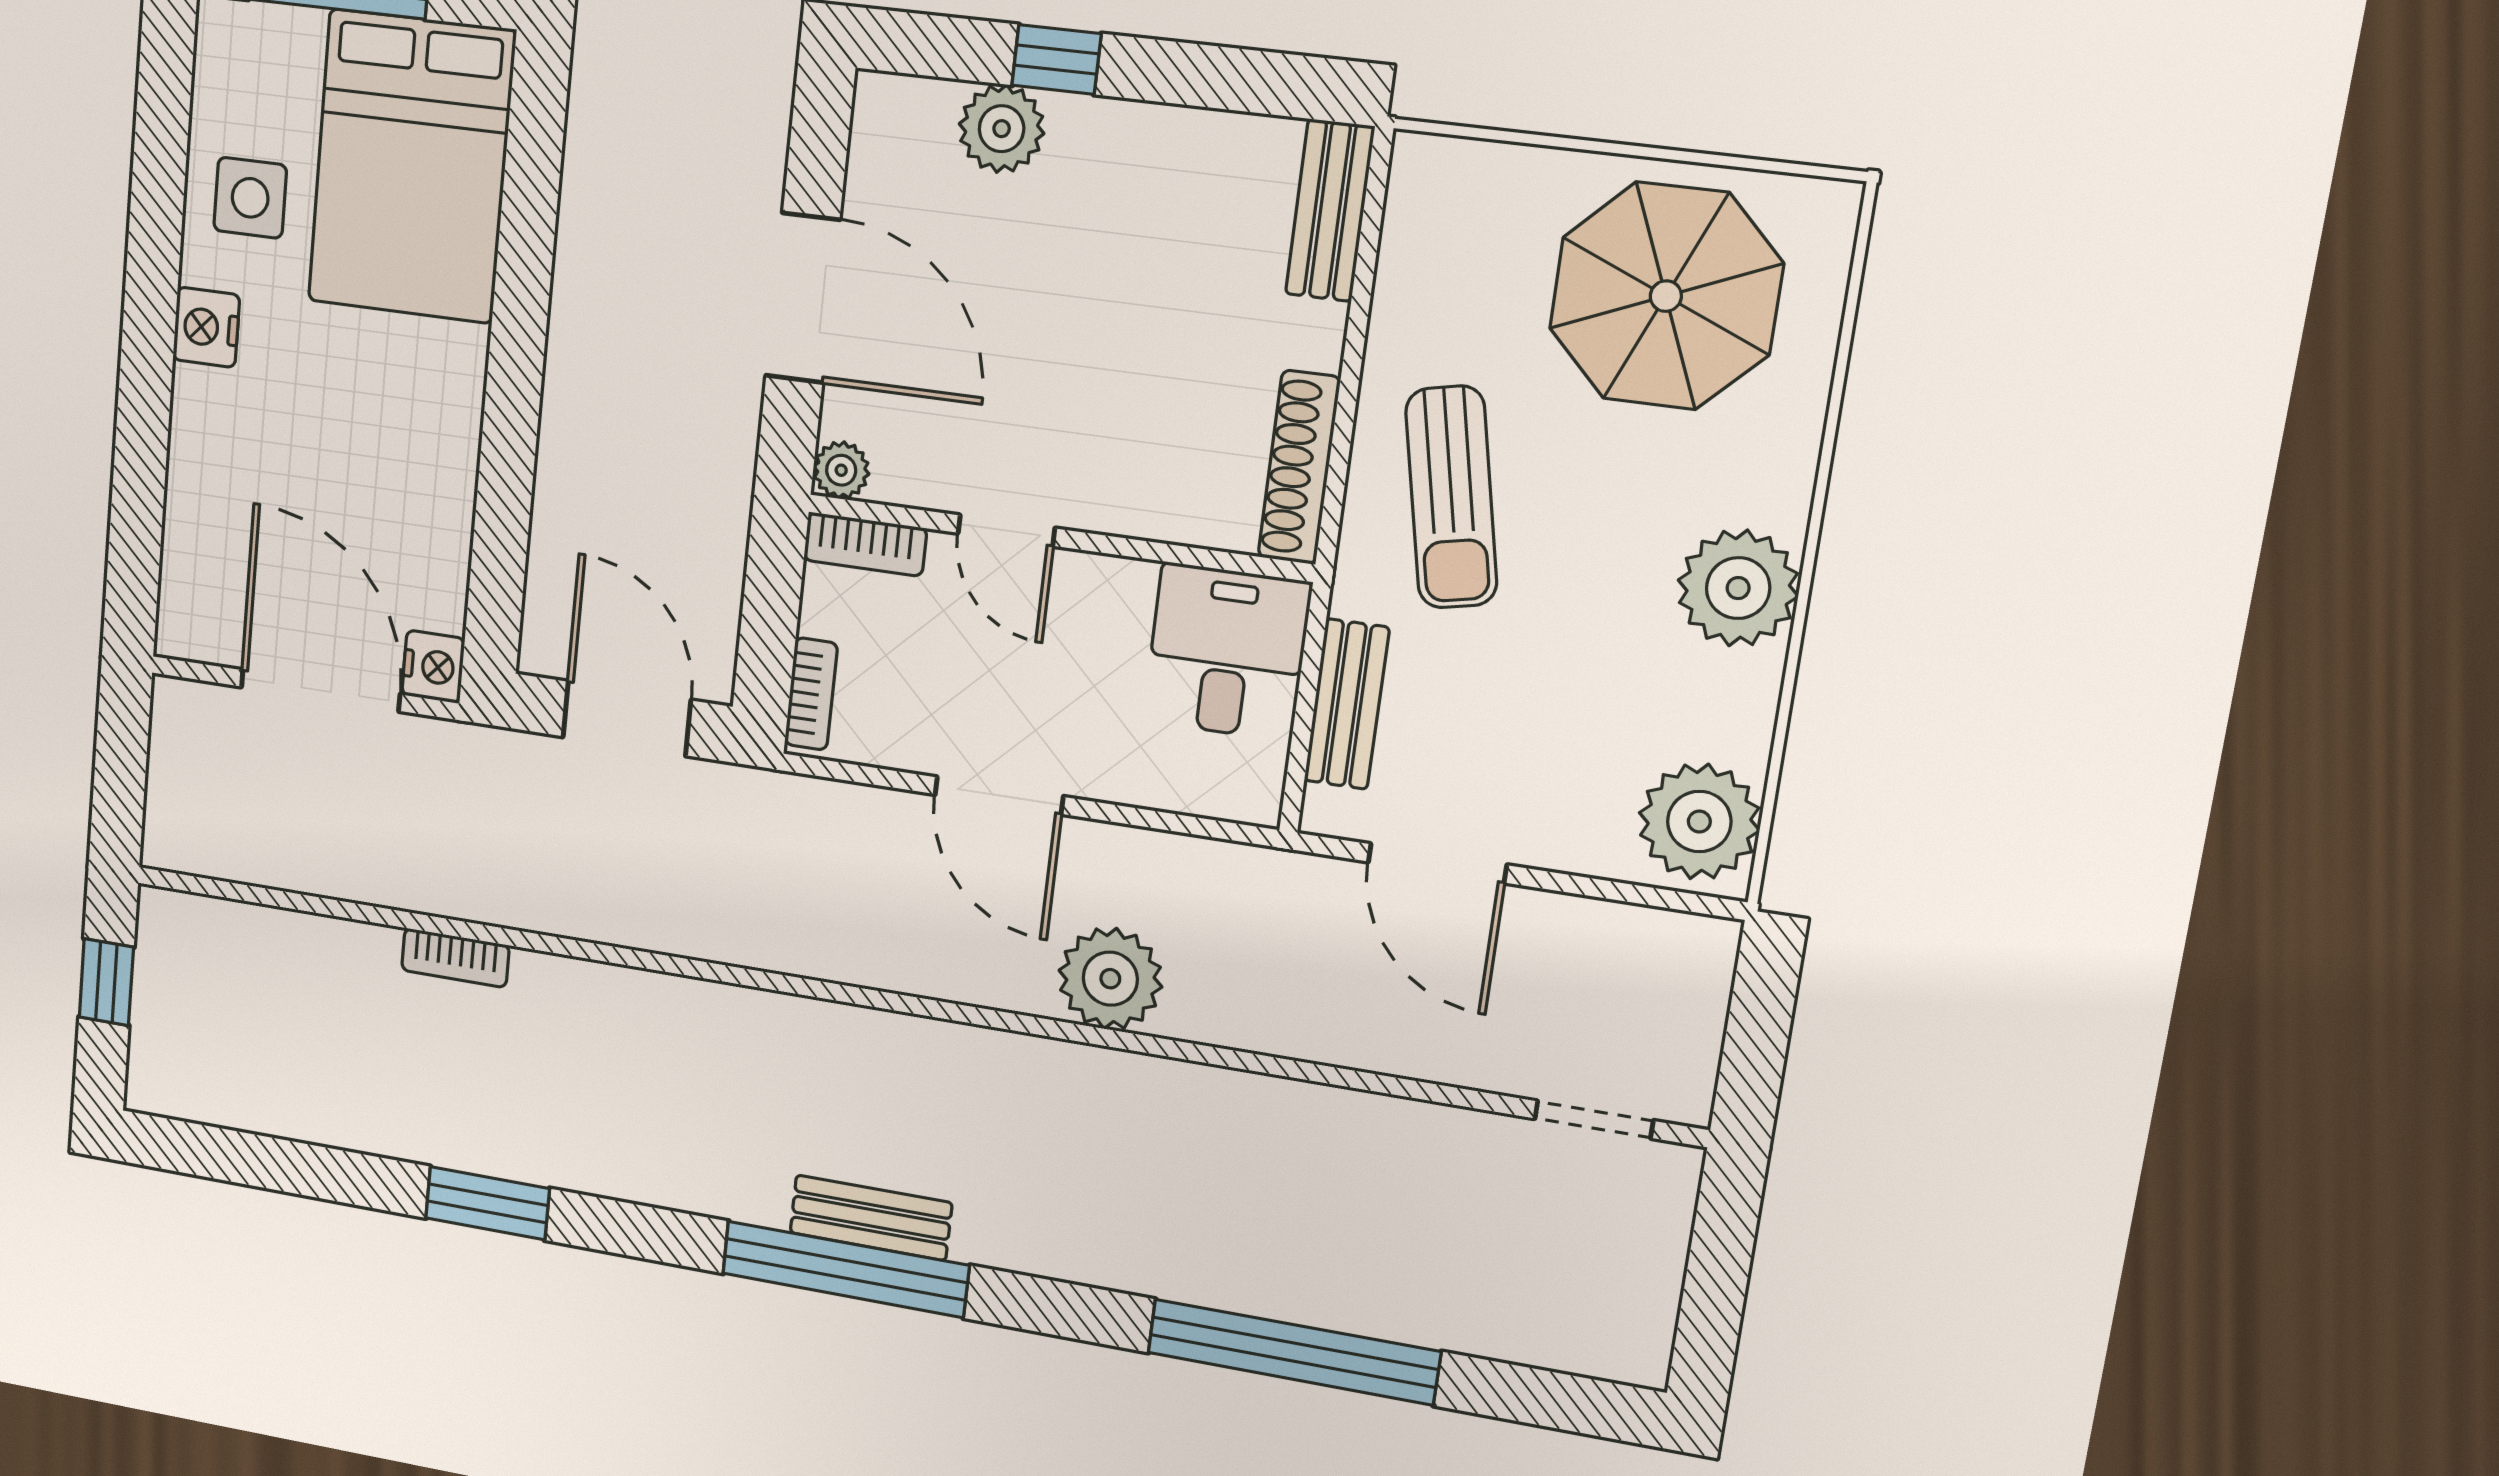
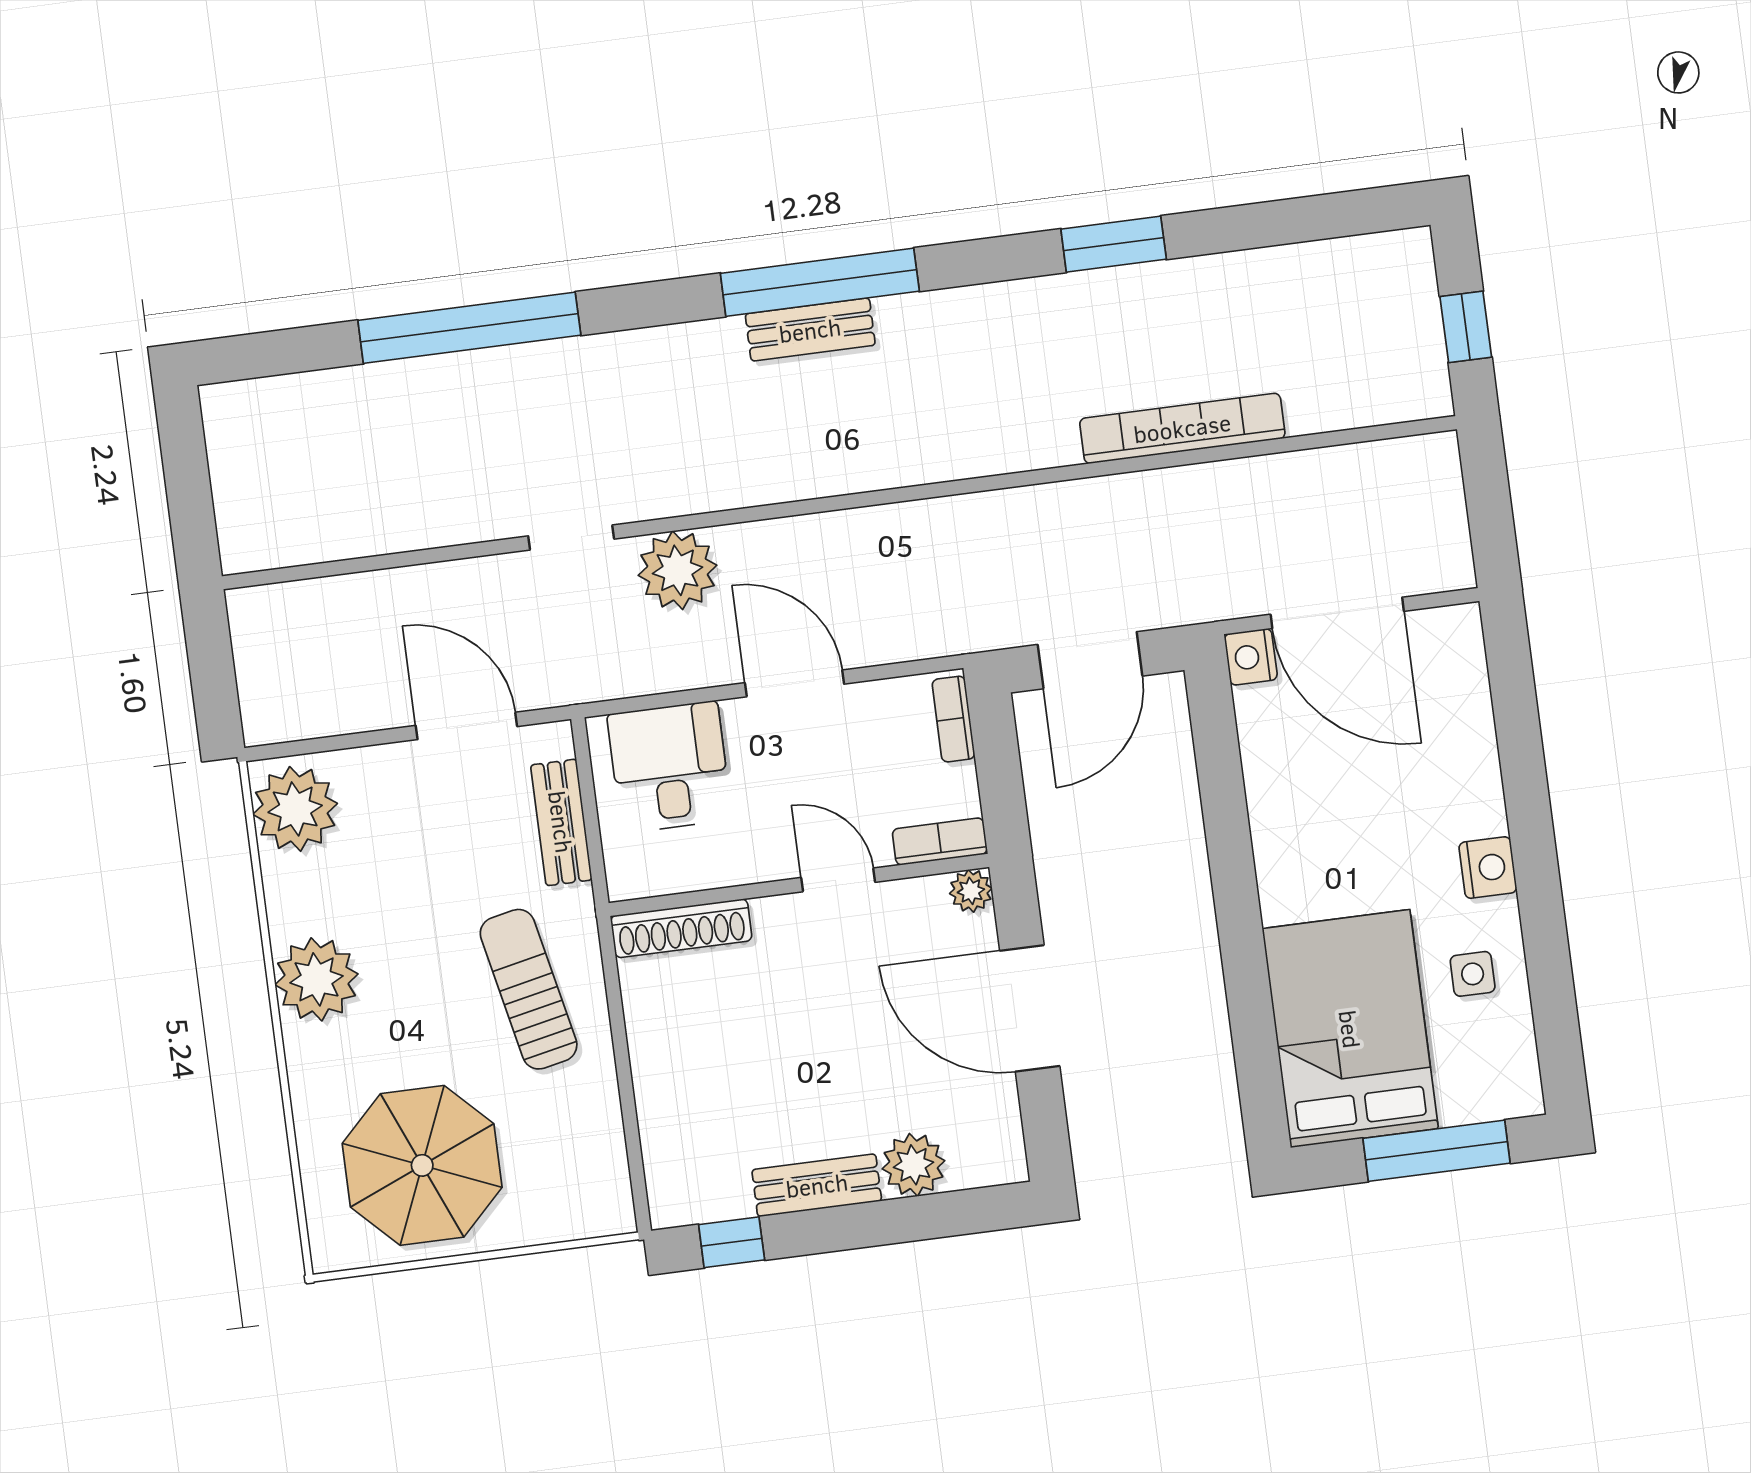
window: (1056, 60) -> (732, 1242), moved
side table: (250, 198) -> (1473, 974), width x0.73, depth x0.73
bench: (1330, 210) -> (817, 1185), moved, turned 90
shoe rack: (1299, 467) -> (681, 928), moved, turned 90
desk: (1227, 652) -> (669, 767), moved, turned 180
door: (627, 718) -> (1090, 660), hinge flipped
bookcase: (455, 958) -> (1182, 428), width x2.31, depth x1.31
doorway: (1594, 1120) -> (571, 537), moved

